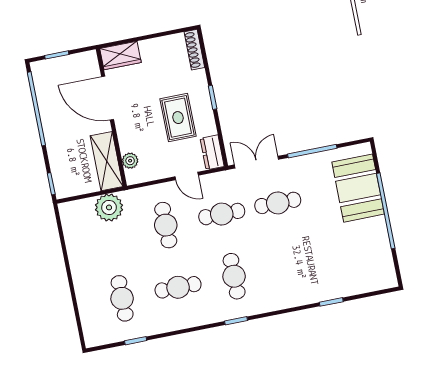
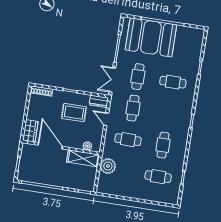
door: (108, 98) -> (50, 146), swing flipped
door: (187, 176) -> (106, 119), swing flipped
booth: (358, 188) -> (151, 37), width x1.36, depth x1.42
cafe table: (234, 276) -> (173, 82), moved

